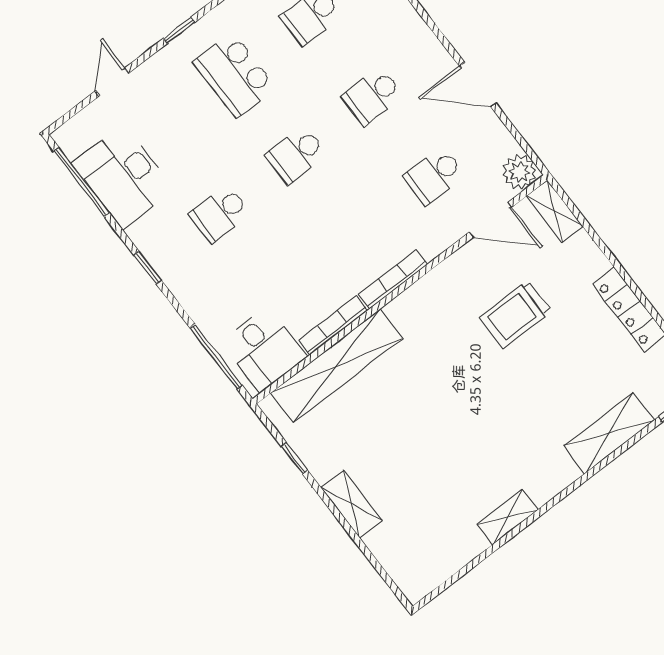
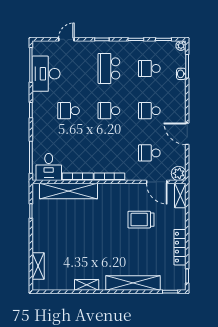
shelving: (609, 433) -> (133, 283), width x1.47
shelving: (352, 504) -> (38, 266), moved

